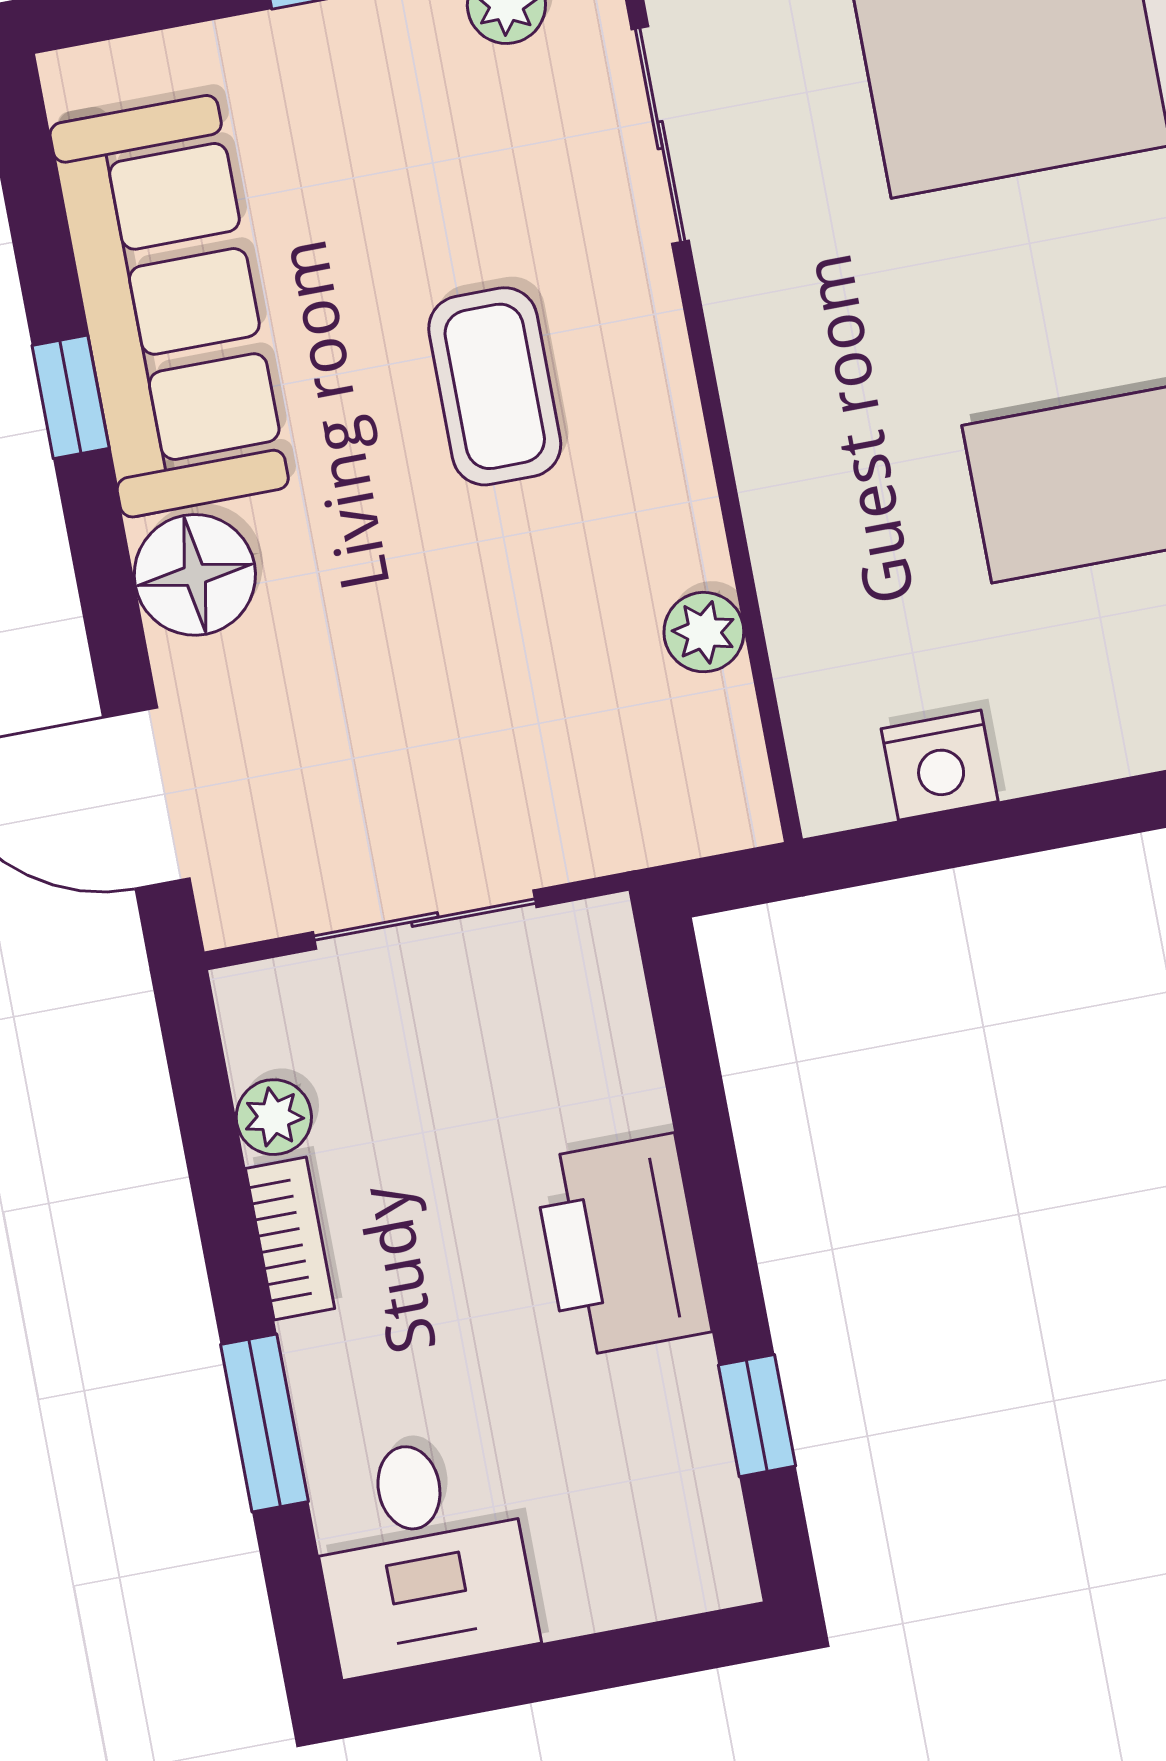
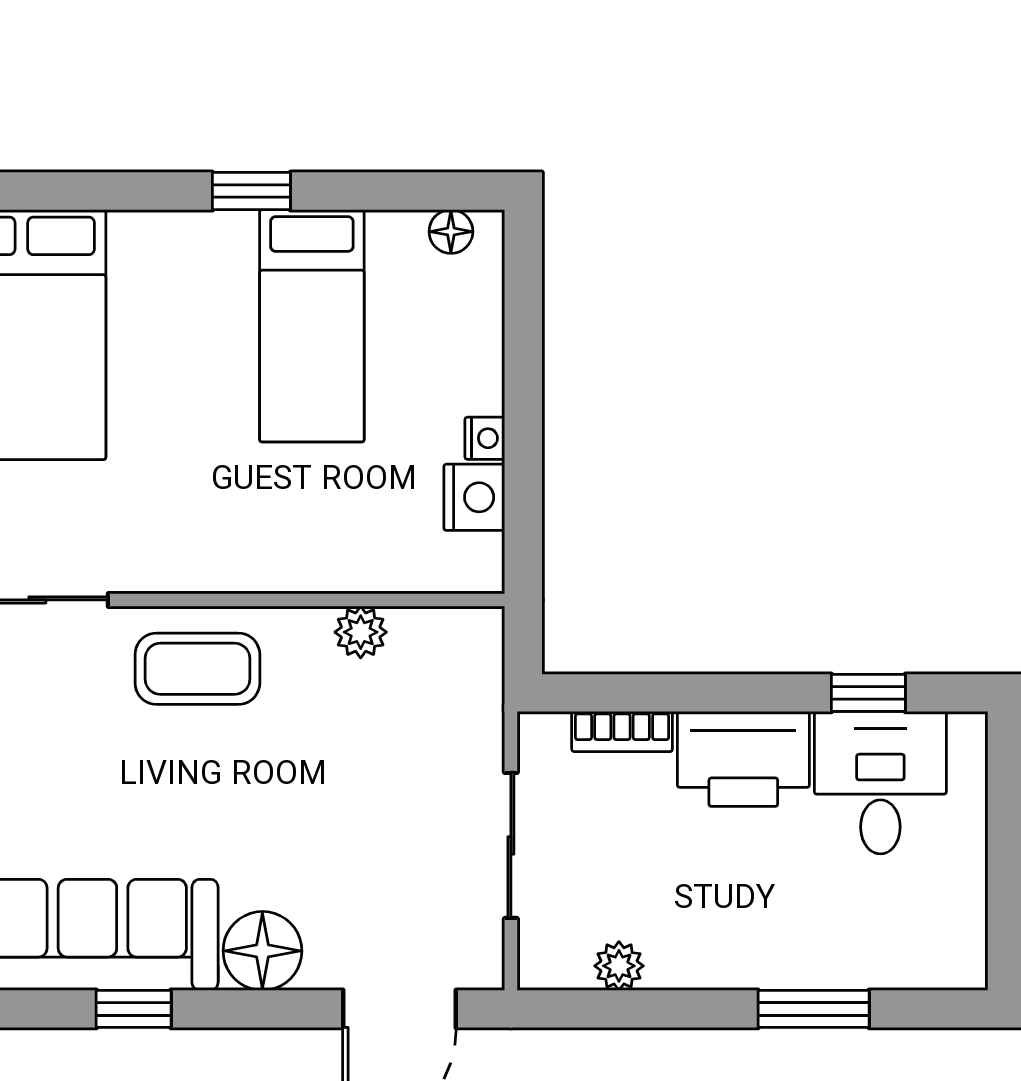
coffee table: (495, 386) -> (197, 669), moved
nightstand: (1032, 764) -> (485, 438), added
bookcase: (290, 1239) -> (622, 732), moved, turned 180
desk: (422, 1554) -> (880, 783), moved, turned -90

